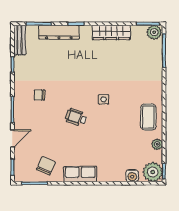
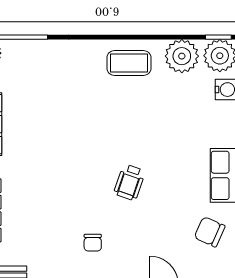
side table: (104, 99) -> (100, 137), removed
plant: (157, 144) -> (182, 56), width x1.88, depth x1.88

